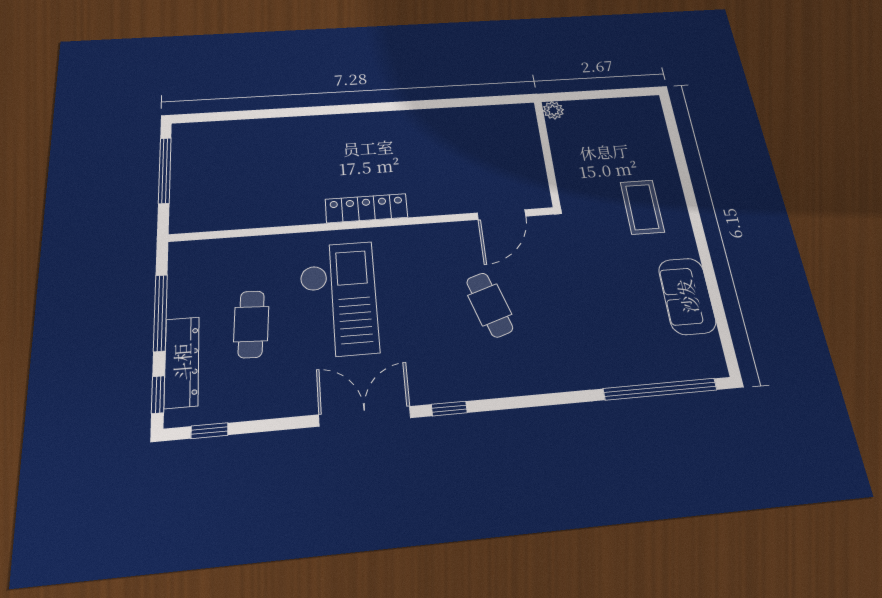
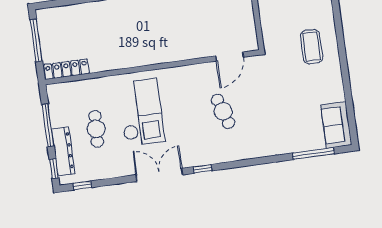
locker: (366, 208) -> (66, 69), moved
sofa: (687, 296) -> (336, 125), moved
window: (660, 389) -> (314, 153), width x0.68

